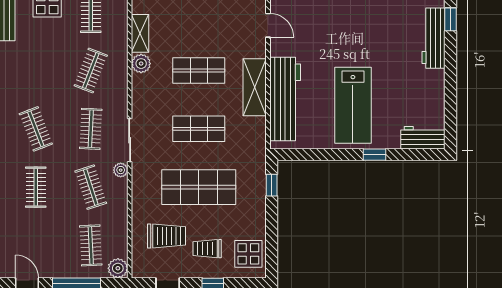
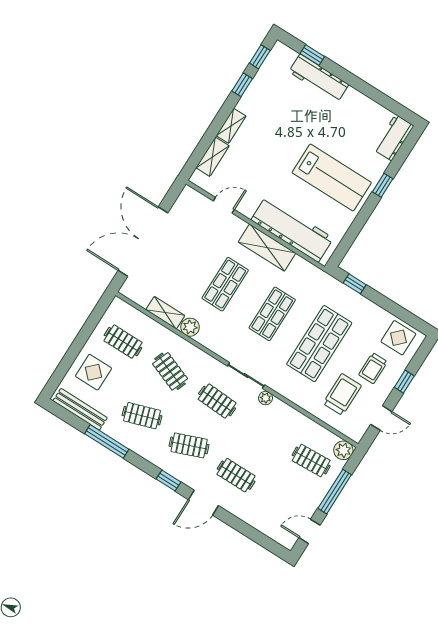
clothes rail: (91, 187) -> (142, 416), moved

